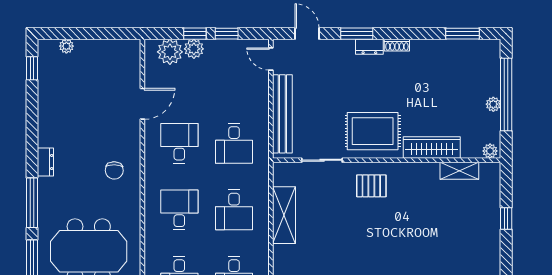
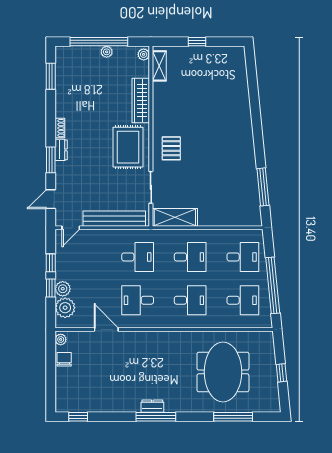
plant: (66, 46) -> (61, 339), moved
chair: (114, 170) -> (64, 359), moved, turned -91
shelving: (459, 171) -> (159, 66), moved
window: (32, 203) -> (156, 417), moved
desk: (179, 210) -> (190, 300), turned 180
shelving: (284, 215) -> (175, 217), moved

